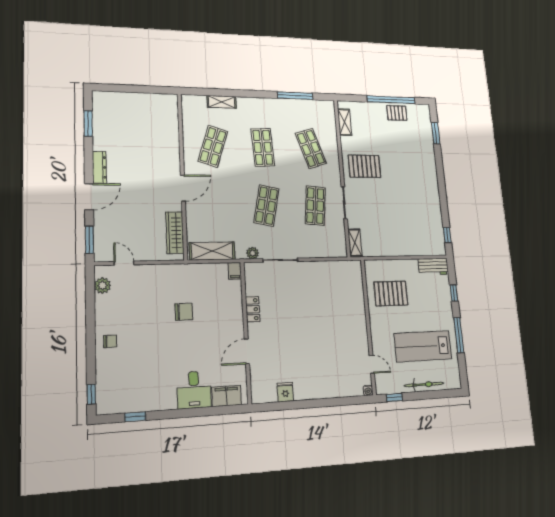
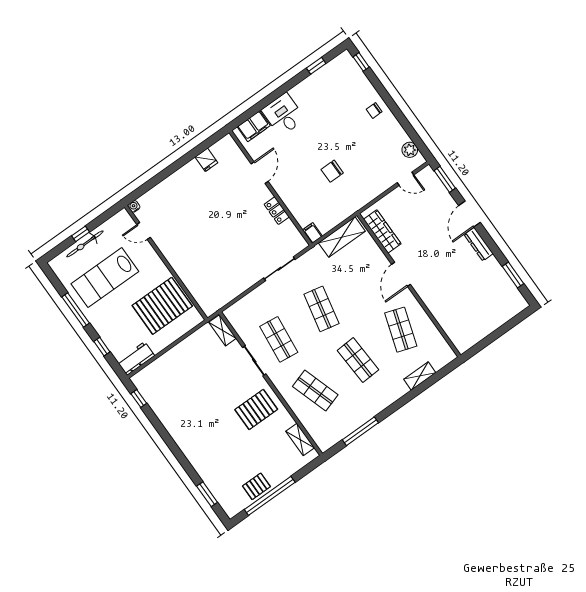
plant: (253, 253) -> (307, 259), removed
pallet: (391, 293) -> (162, 306), width x1.37, depth x1.41
lab bench: (423, 346) -> (105, 278), turned 180
window: (394, 397) -> (80, 234), moved

